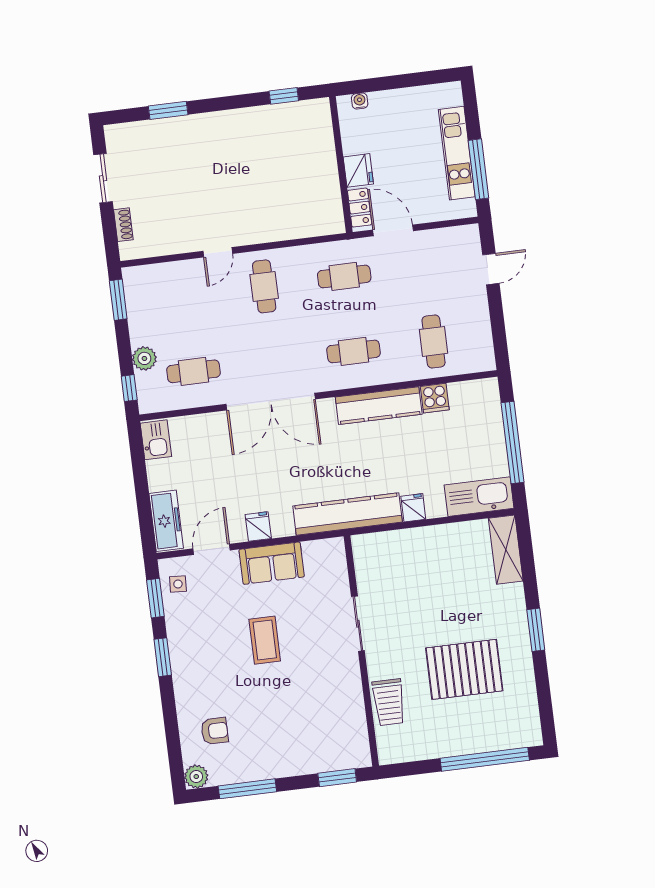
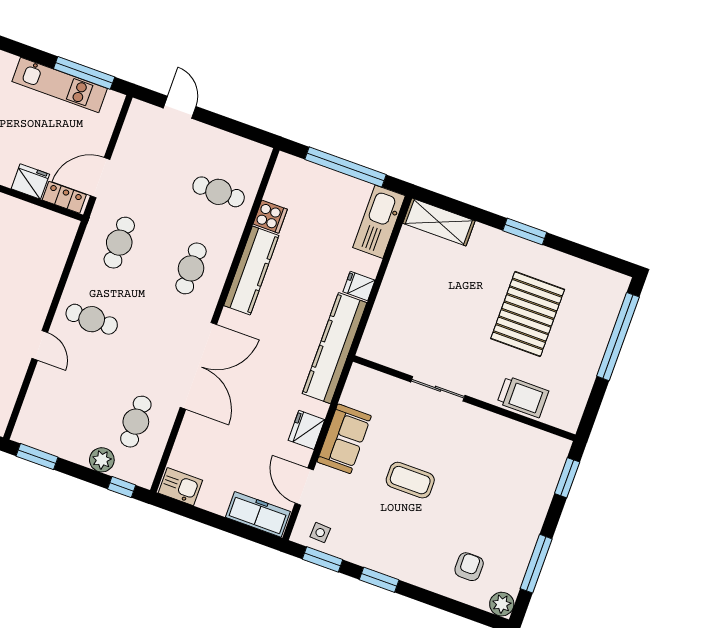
fridge: (258, 526) -> (307, 430), width x1.38

